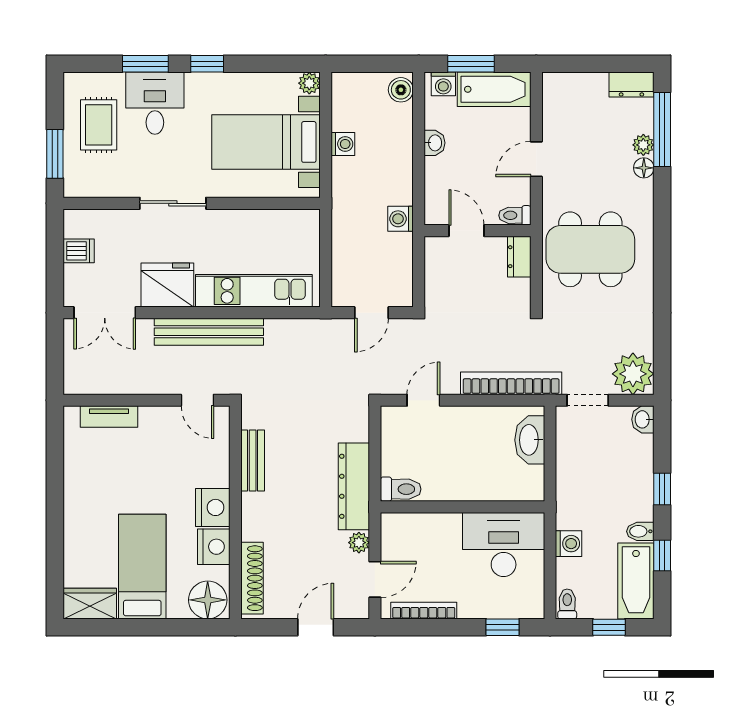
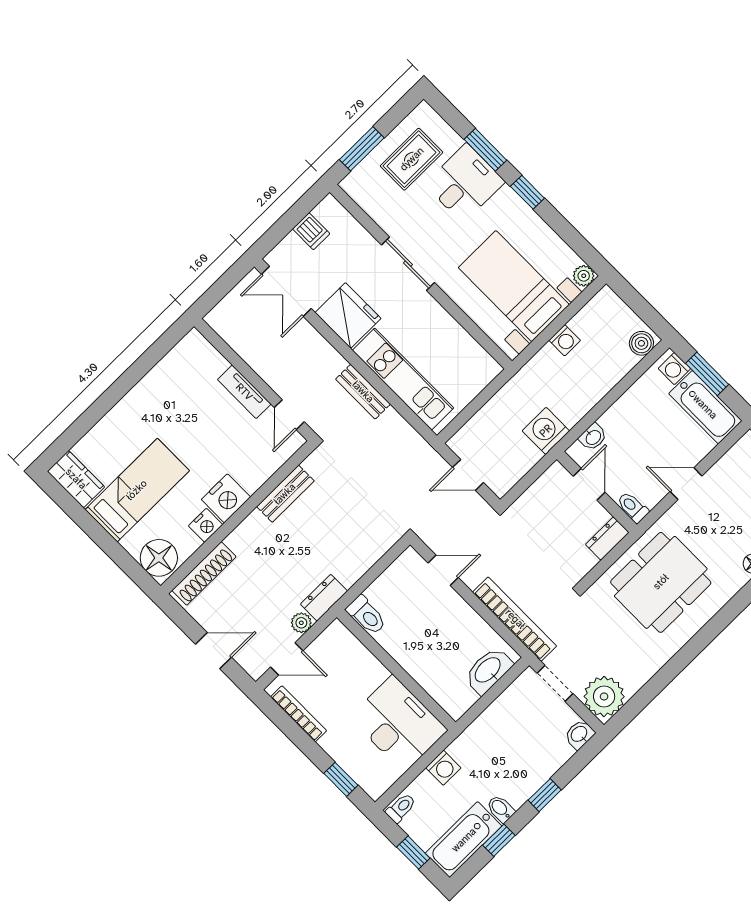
washbasin: (434, 143) -> (593, 437), moved
washing machine: (401, 219) -> (546, 431), width x1.38, depth x1.38
dining table: (590, 249) -> (661, 582), turned 90
bench: (209, 332) -> (363, 392), width x0.54, depth x0.82
tv unit: (109, 417) -> (244, 392), moved
dresser: (354, 486) -> (324, 598), width x0.51, depth x0.80
nightstand: (214, 547) -> (206, 525), width x0.74, depth x0.75

